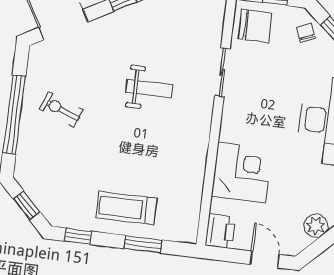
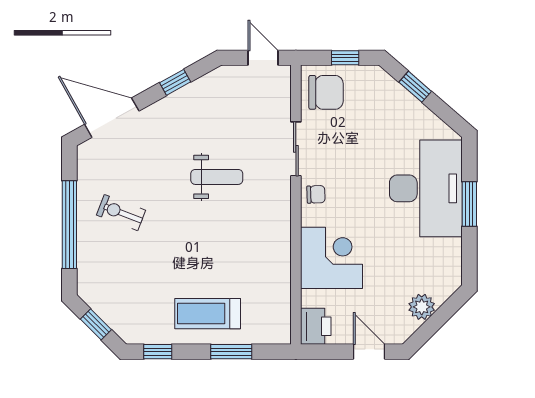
chair: (306, 33) -> (316, 194), moved, turned 111

